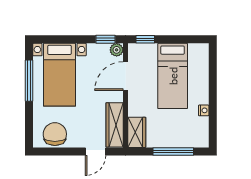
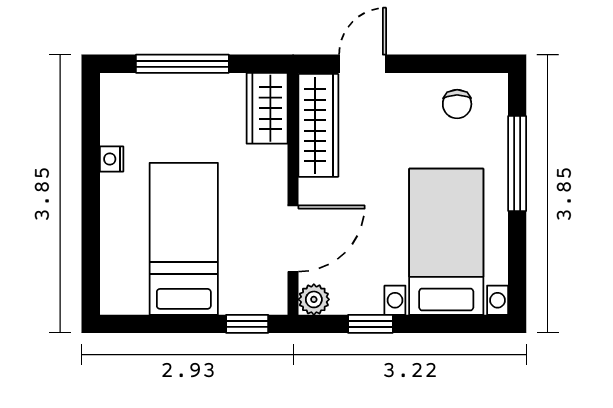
window: (106, 39) -> (370, 324), moved
window: (29, 81) -> (517, 164), moved
chair: (55, 134) -> (457, 104), width x0.54, depth x0.54

